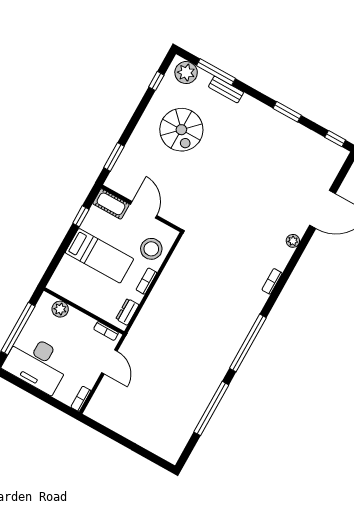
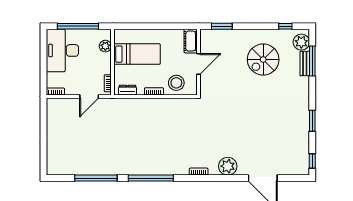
bench: (226, 90) -> (305, 64), moved
window: (81, 216) -> (172, 26), removed
plant: (293, 241) -> (228, 166), width x1.88, depth x1.88
bed: (99, 256) -> (137, 54), moved, turned -90

